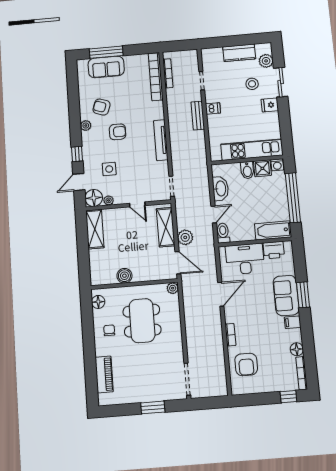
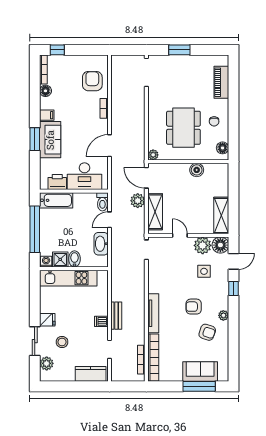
kitchen counter: (239, 53) -> (91, 374), moved
tv unit: (161, 140) -> (153, 313), moved
plant: (109, 200) -> (203, 245), width x1.88, depth x1.88

